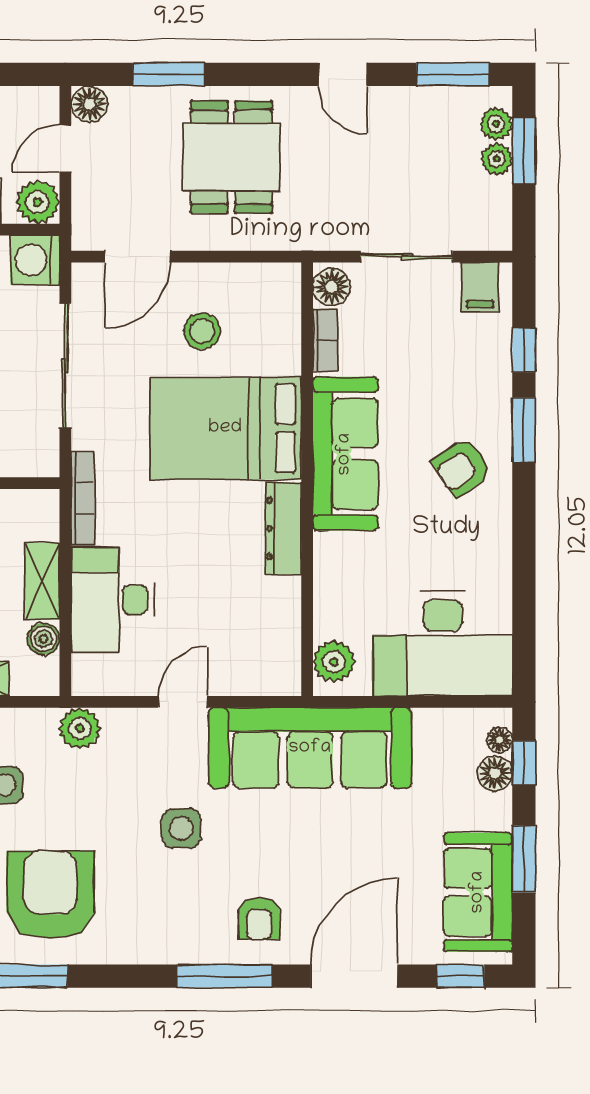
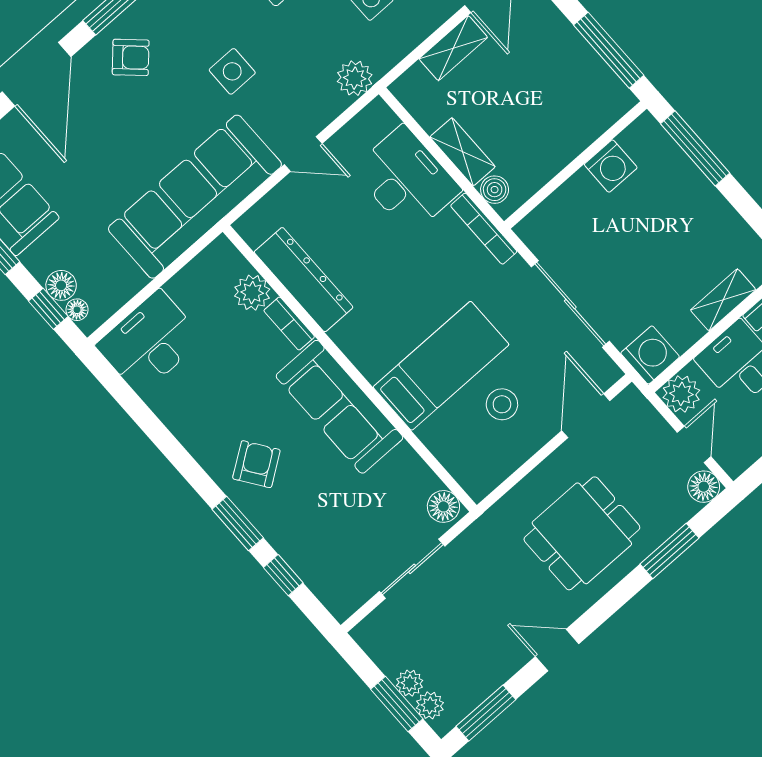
dining table: (231, 157) -> (582, 533), turned 90
filing cabinet: (480, 287) -> (347, 591), removed
bookcase: (325, 340) -> (289, 324), moved
bed: (225, 428) -> (441, 366), width x0.67
dresser: (283, 528) -> (304, 280), moved, width x1.37, depth x1.24
boiler: (43, 639) -> (495, 190), moved
desk: (443, 644) -> (150, 342), width x0.73, depth x0.77
plant: (334, 662) -> (252, 293), moved
door: (183, 702) -> (303, 154), hinge flipped
armchair: (259, 919) -> (131, 57), turned 133

